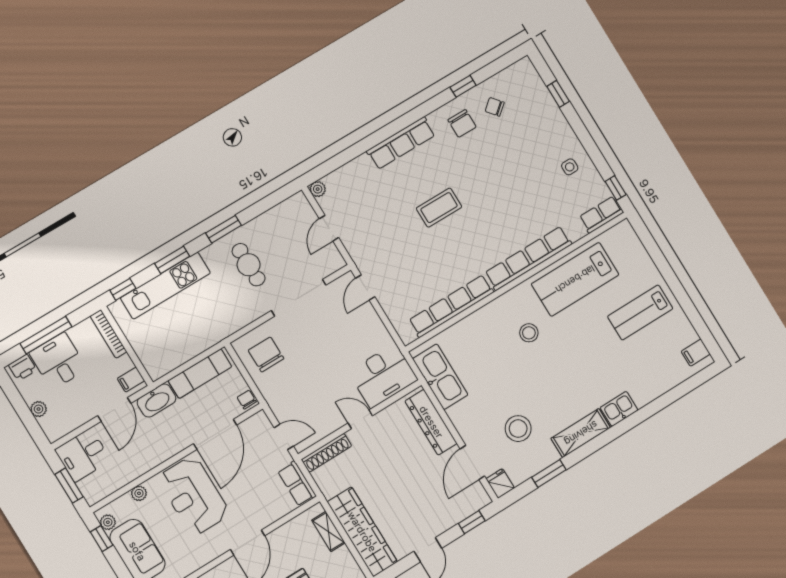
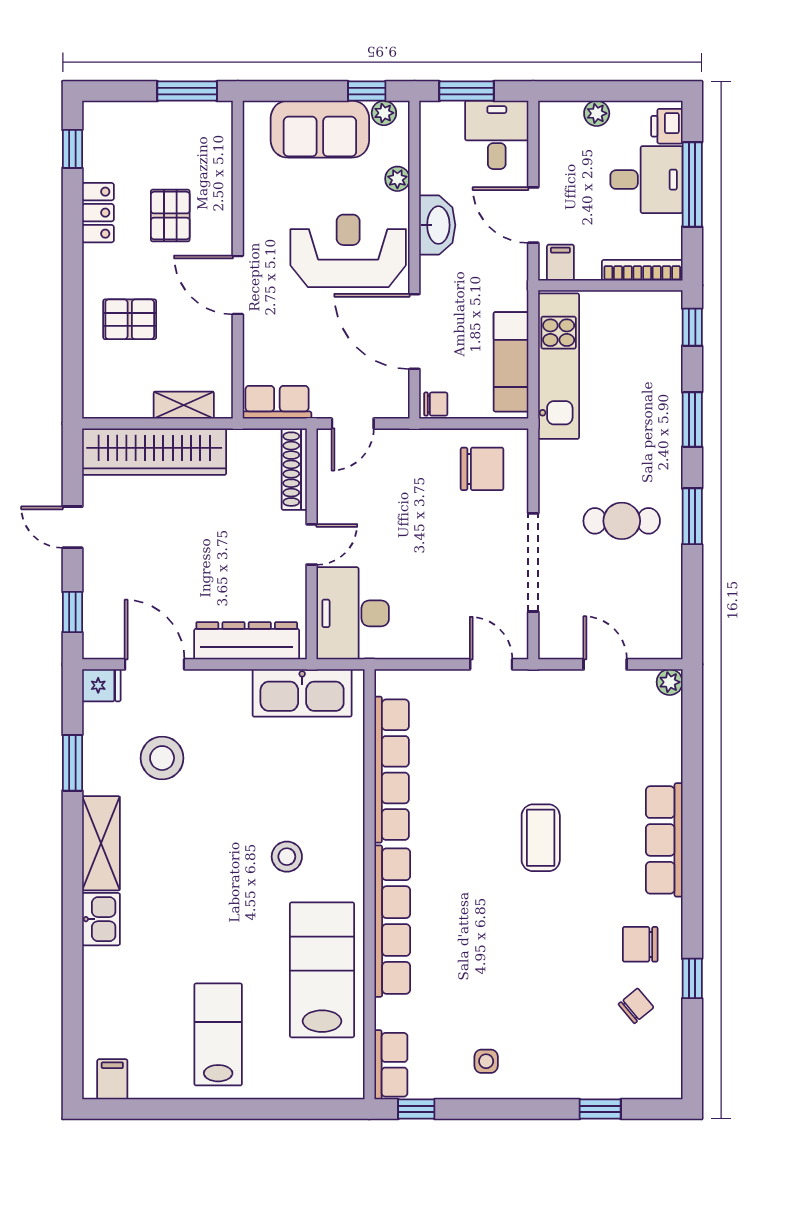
kitchen unit: (165, 286) -> (559, 366), moved, turned 180
washbasin: (157, 400) -> (437, 225), moved, turned 180

